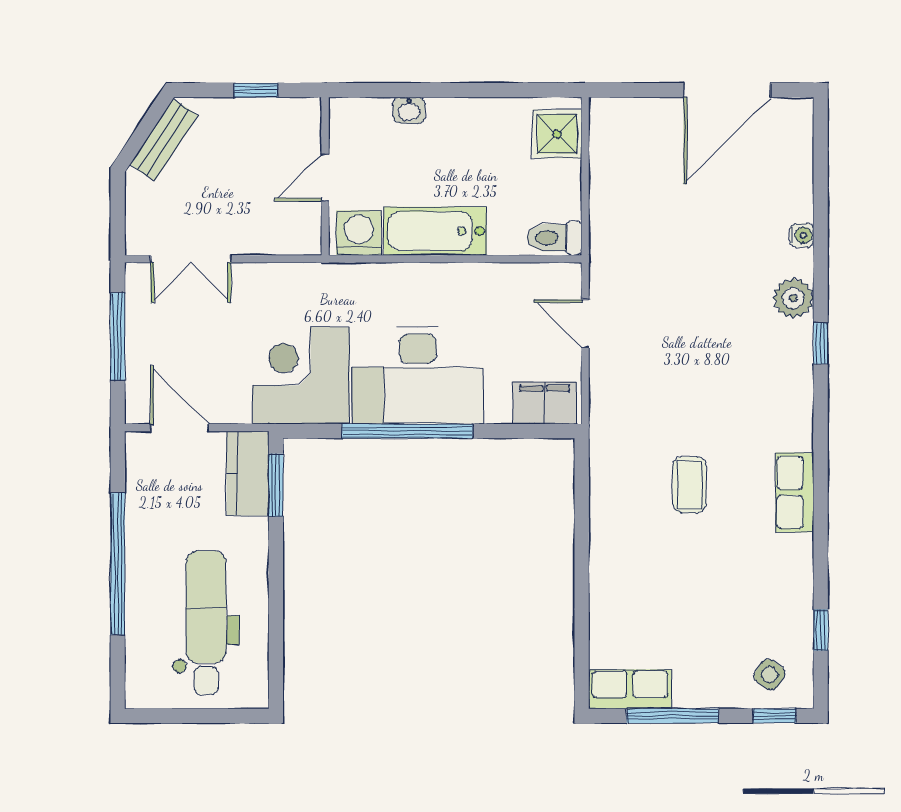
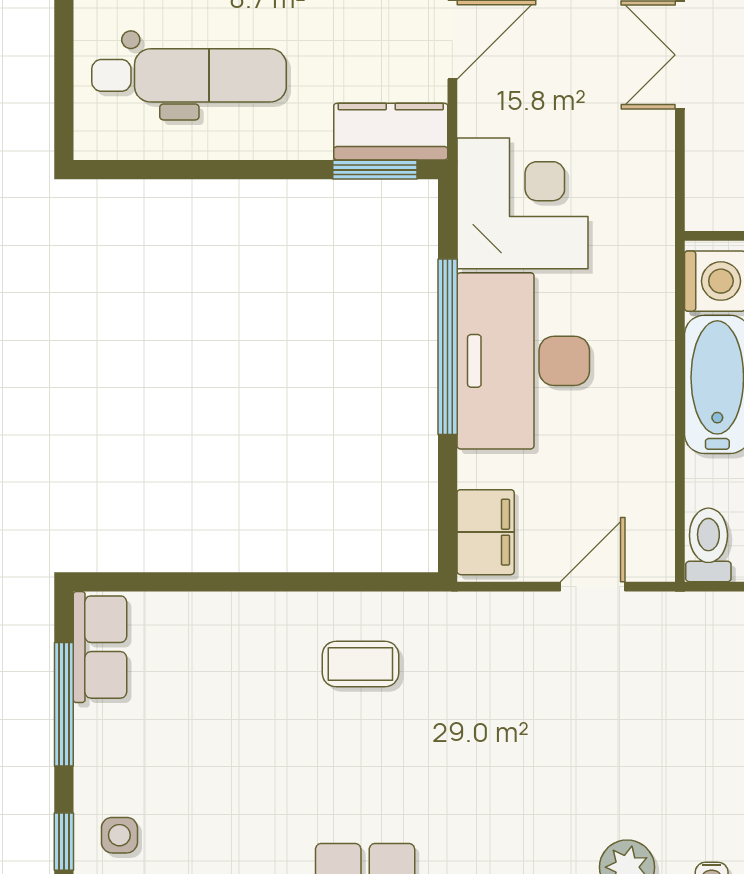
coffee table: (689, 485) -> (360, 664), moved
side table: (770, 675) -> (119, 835), turned -35

